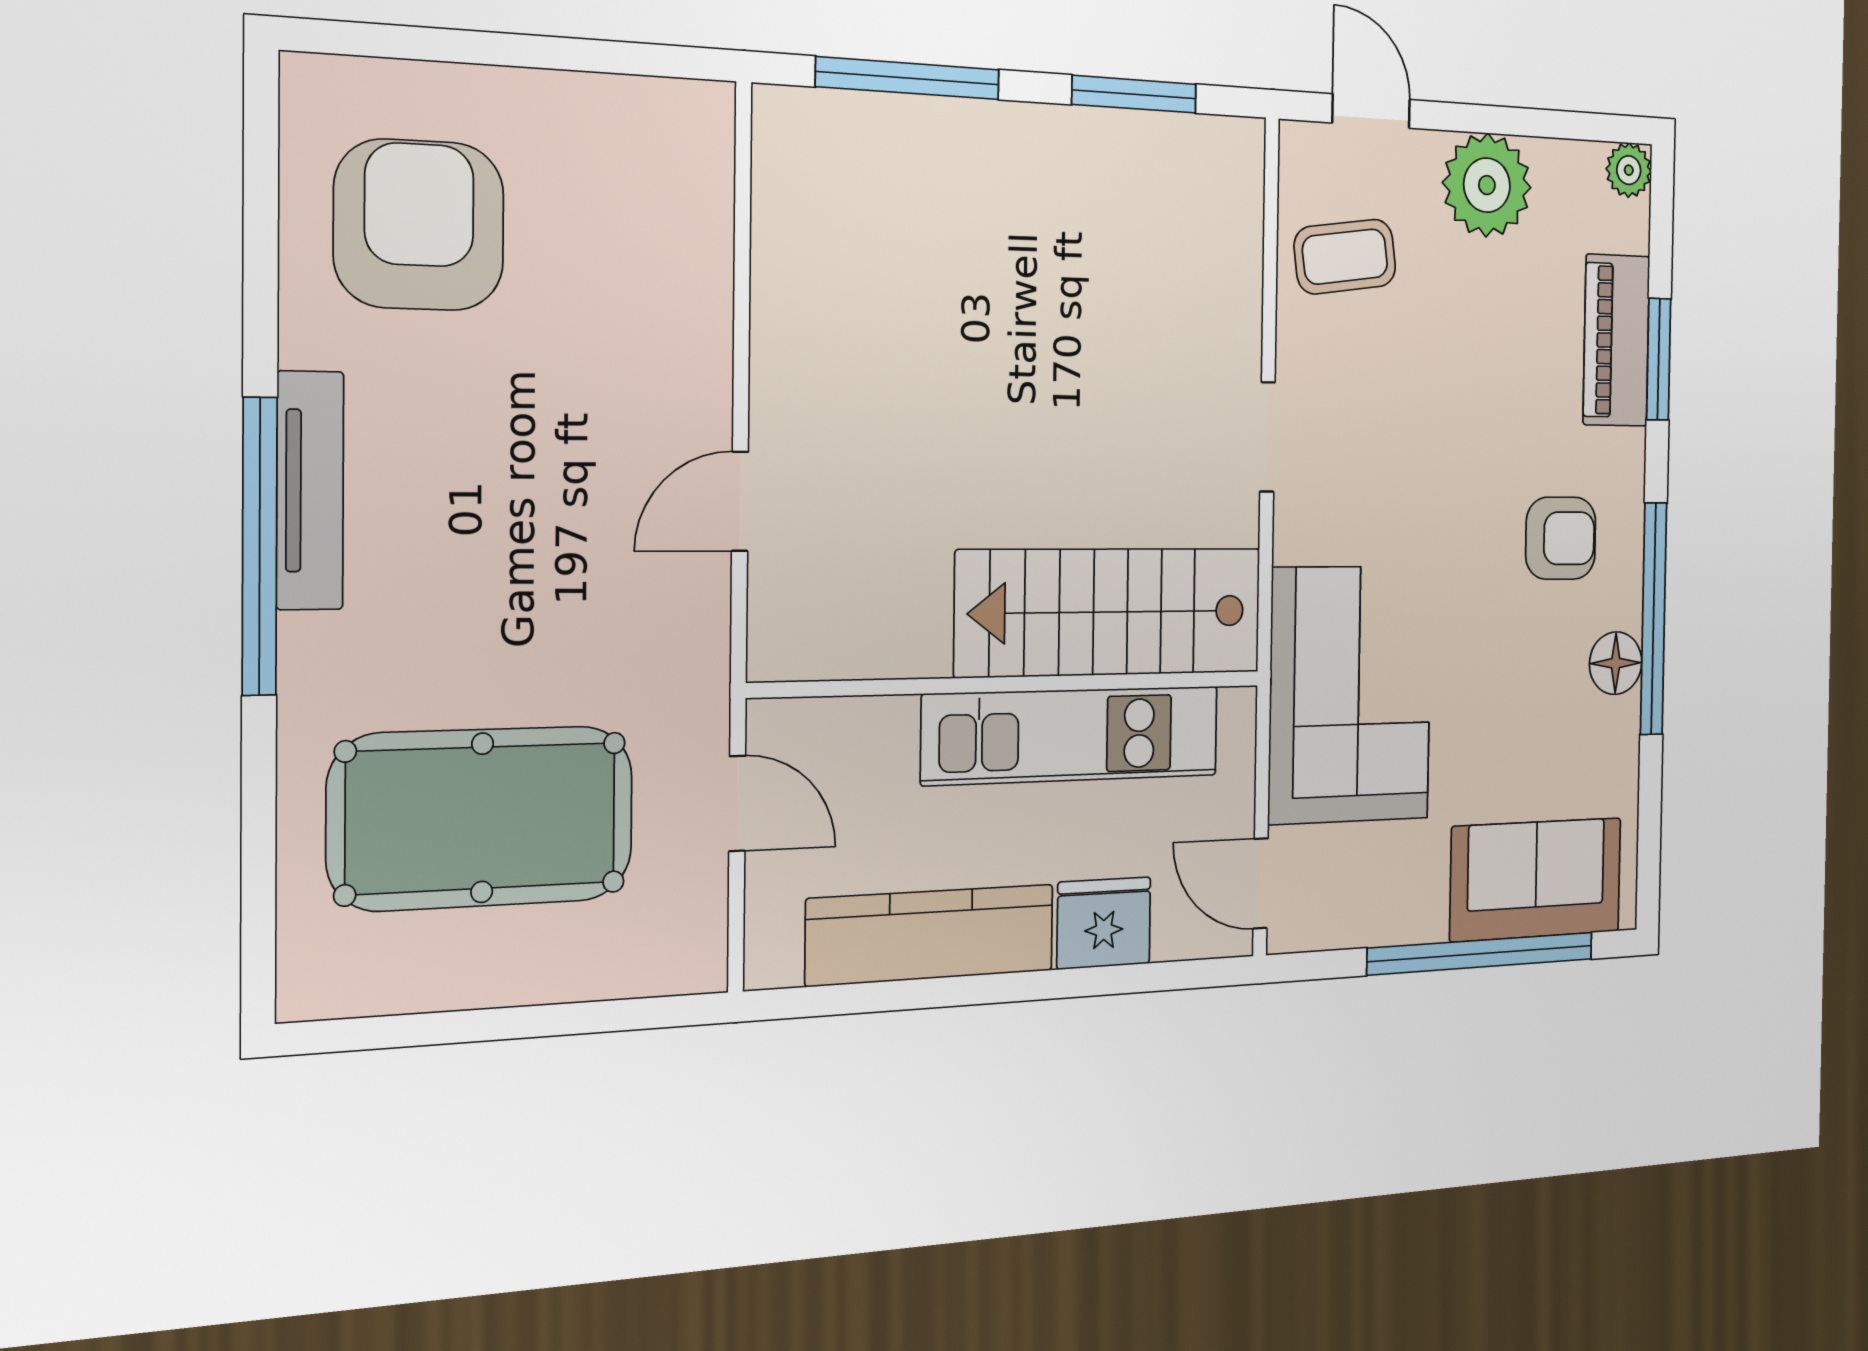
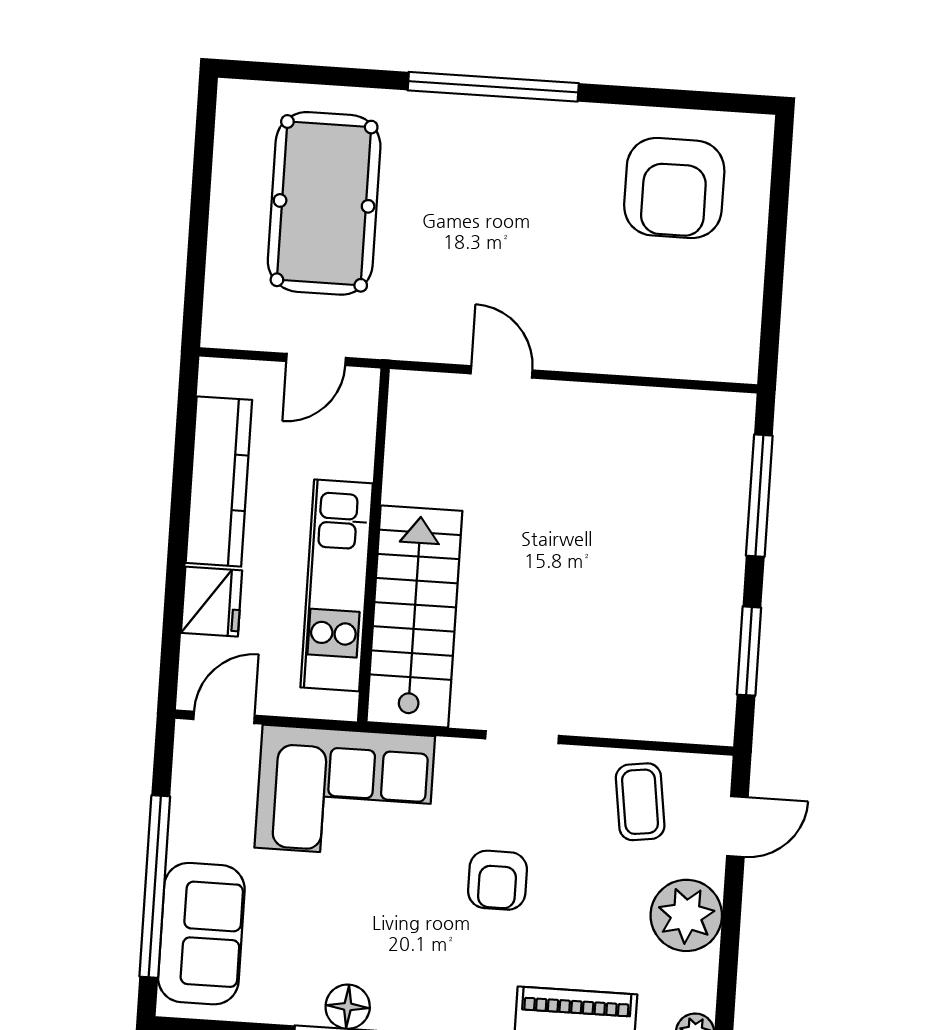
armchair: (419, 225) -> (674, 188), turned 90
tv unit: (310, 491) -> (523, 117), removed
armchair: (1561, 538) -> (497, 880), moved

